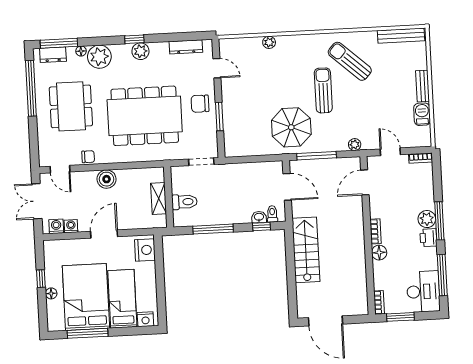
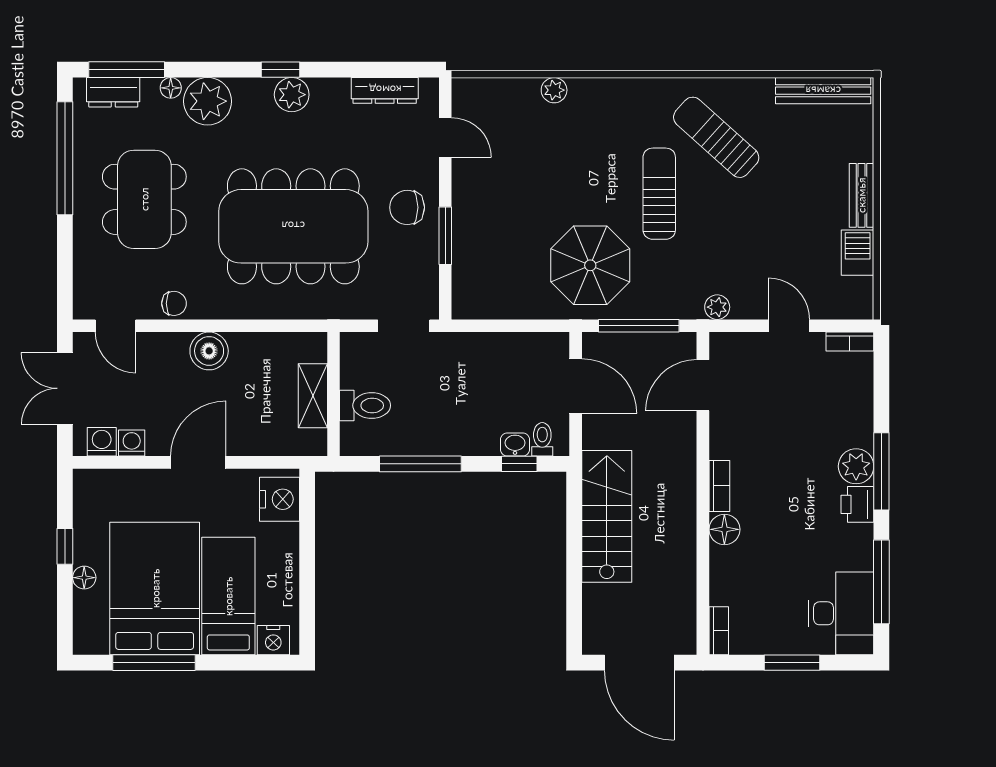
door: (365, 182) -> (703, 385), moved
bookcase: (376, 231) -> (719, 486), moved
wall: (368, 235) -> (703, 493), moved
floor lamp: (379, 253) -> (724, 529), moved
bookcase: (379, 302) -> (719, 631), moved

